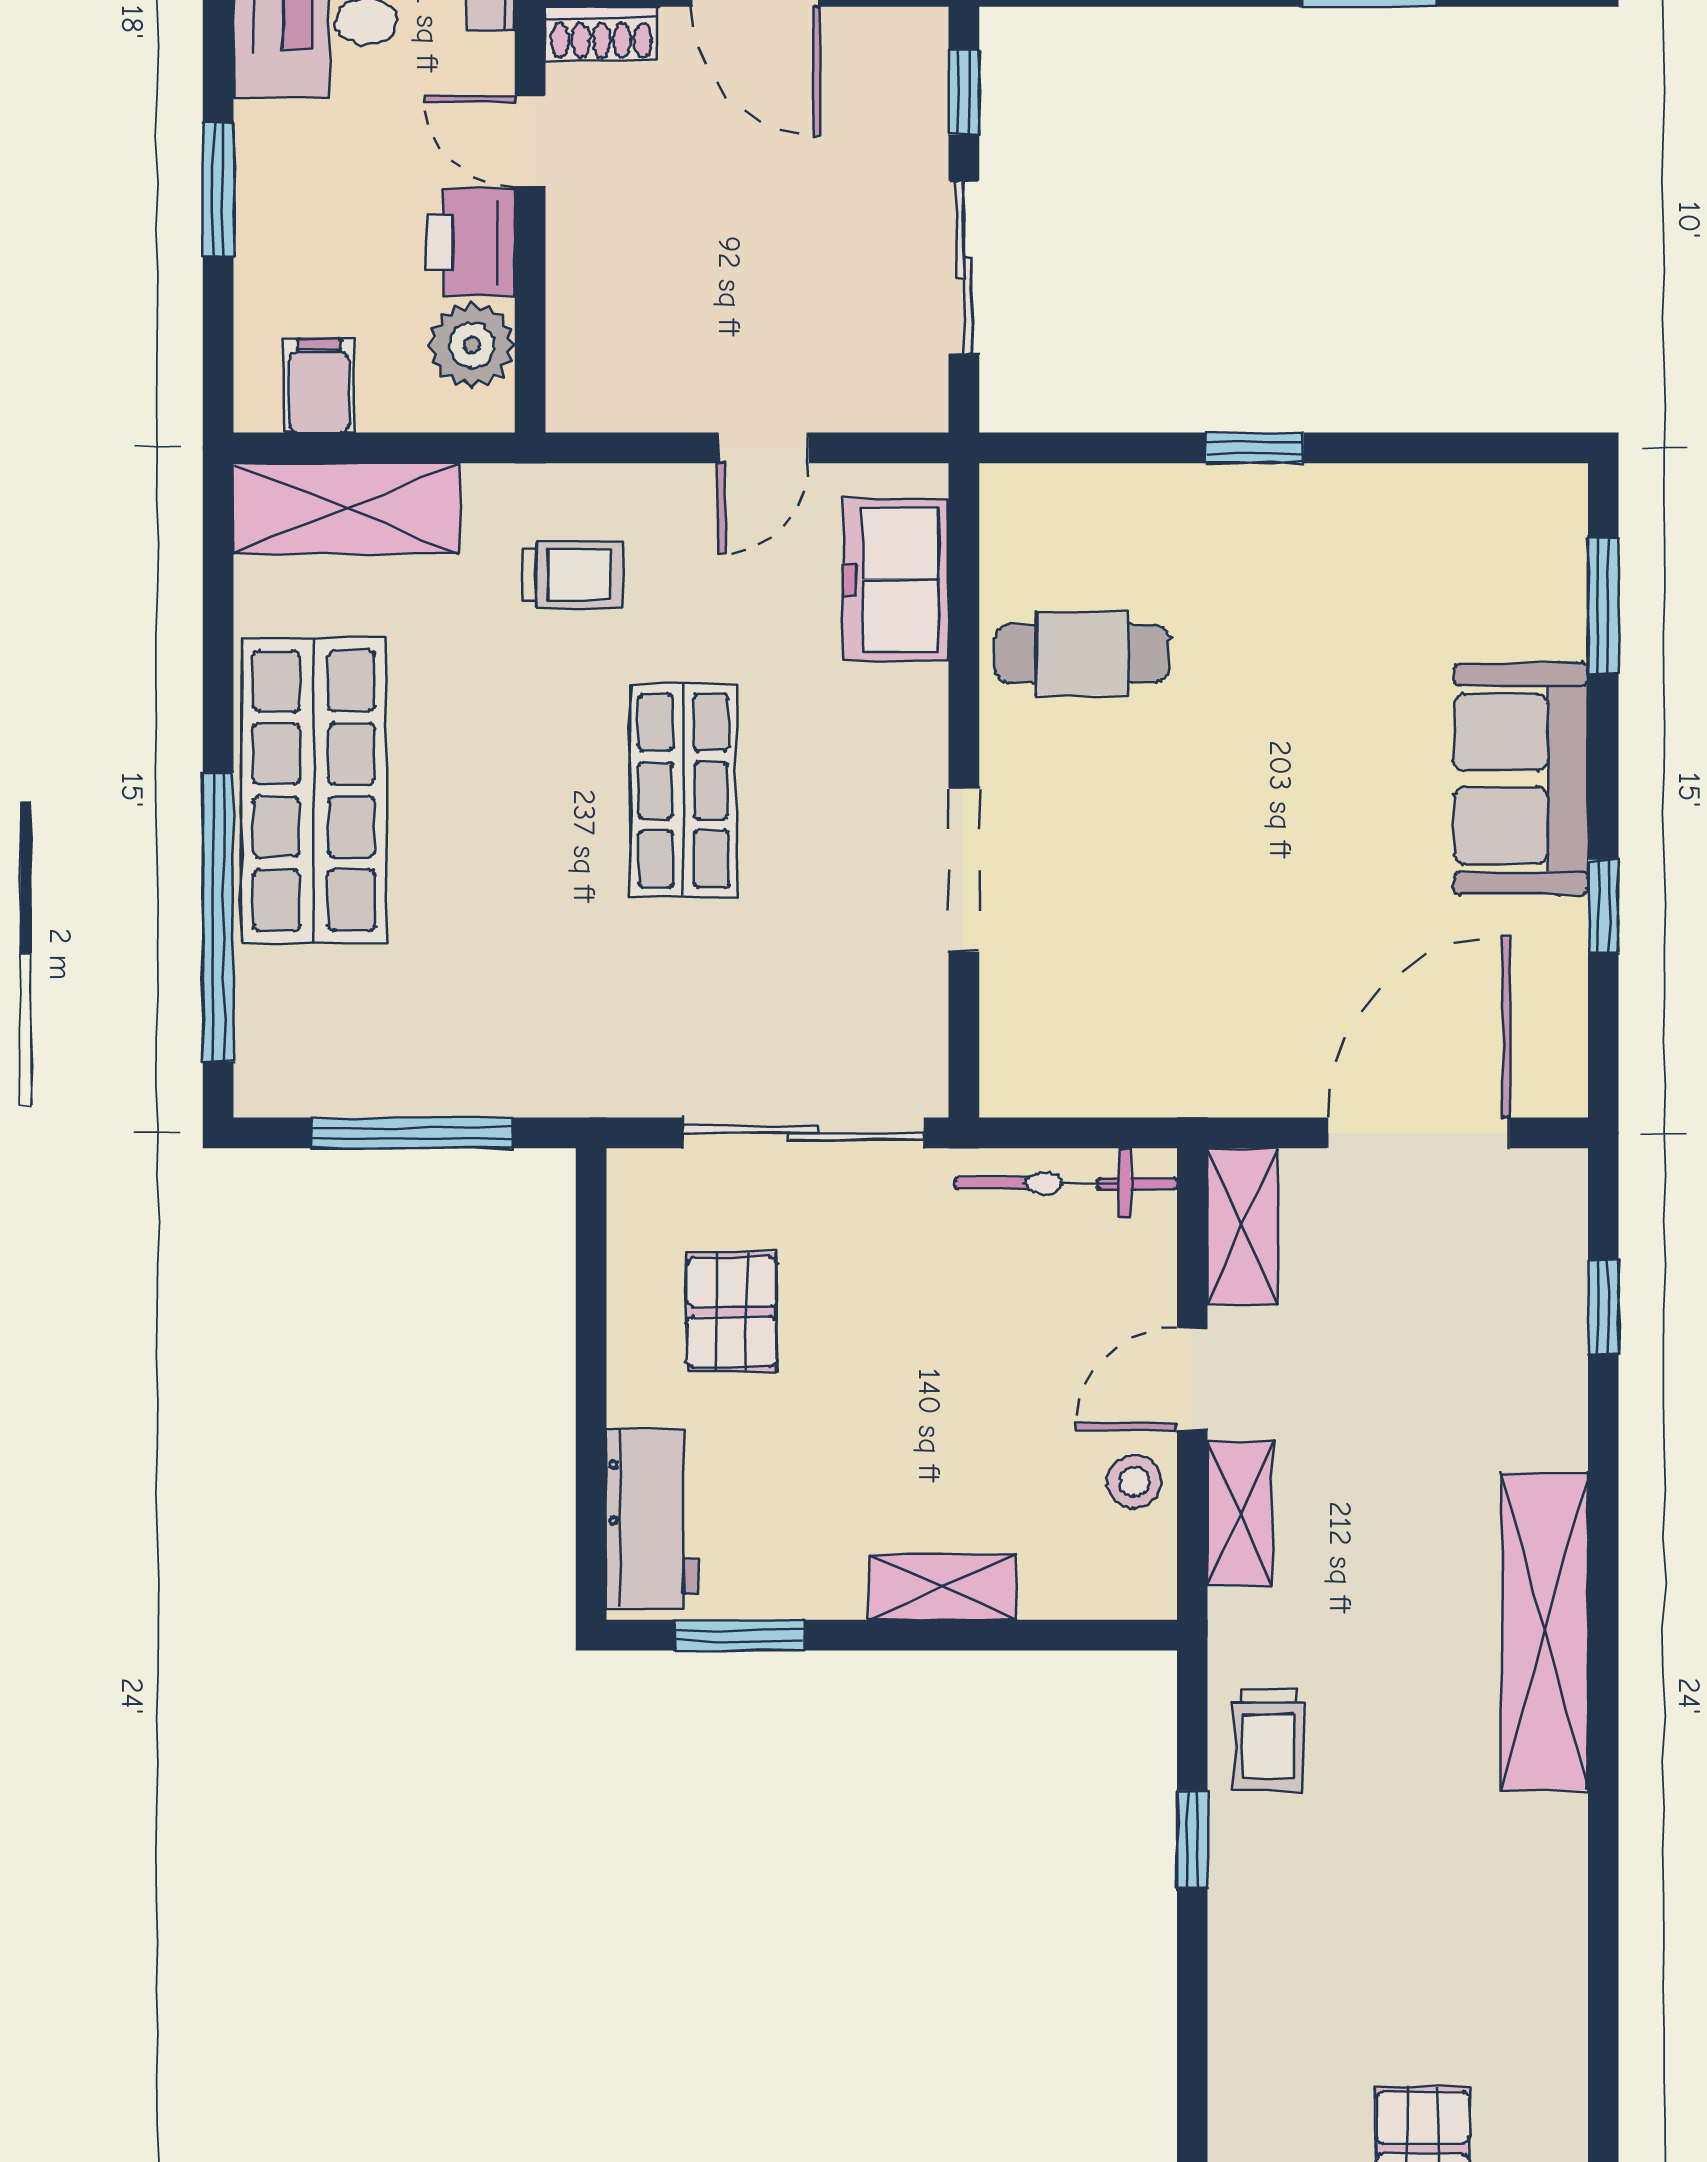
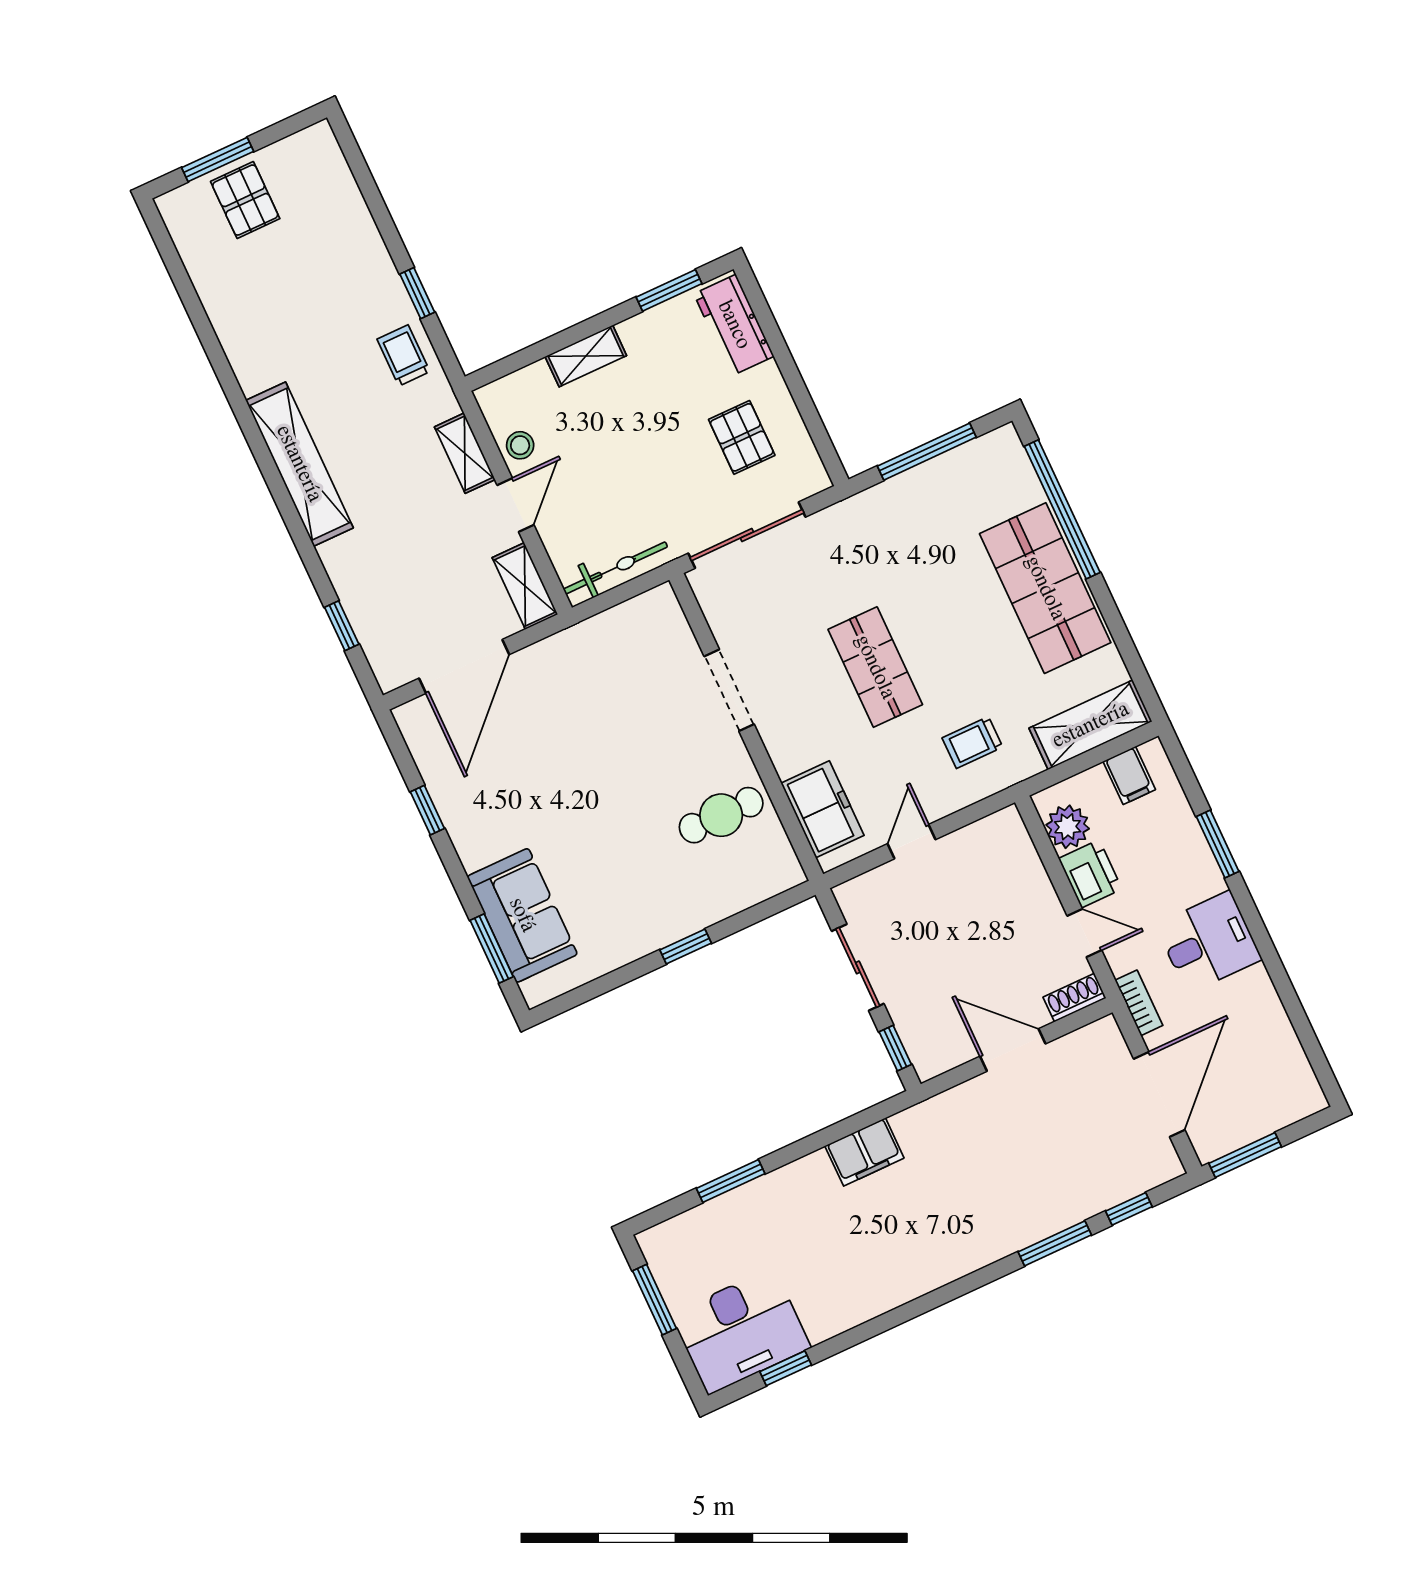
sofa: (1521, 779) -> (522, 915), moved

